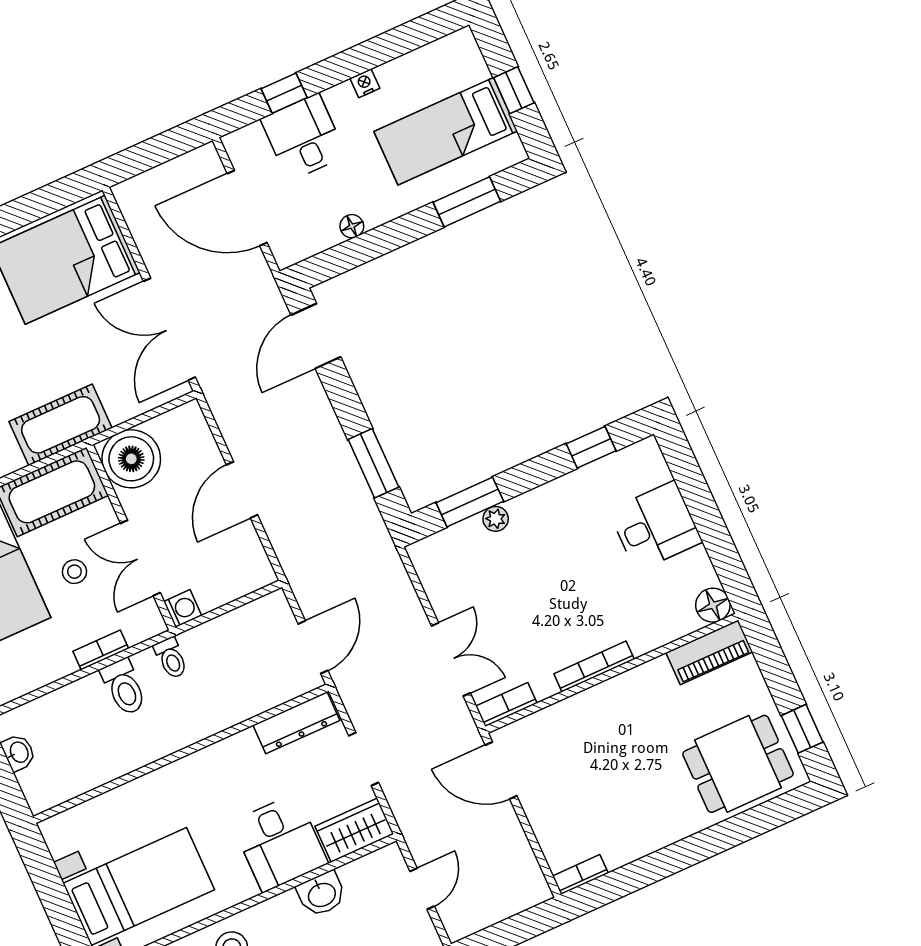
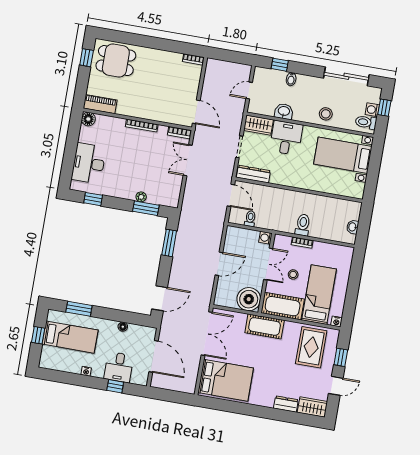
desk: (655, 526) -> (89, 163), width x1.37
door: (313, 647) -> (231, 195), swing flipped
toilet: (171, 658) -> (250, 219), moved

